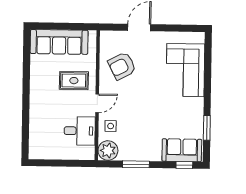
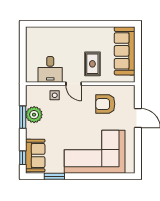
armchair: (122, 66) -> (105, 104), turned -63
corner sofa: (185, 70) -> (95, 152), width x1.36, depth x1.36
plant: (108, 151) -> (34, 115), moved

